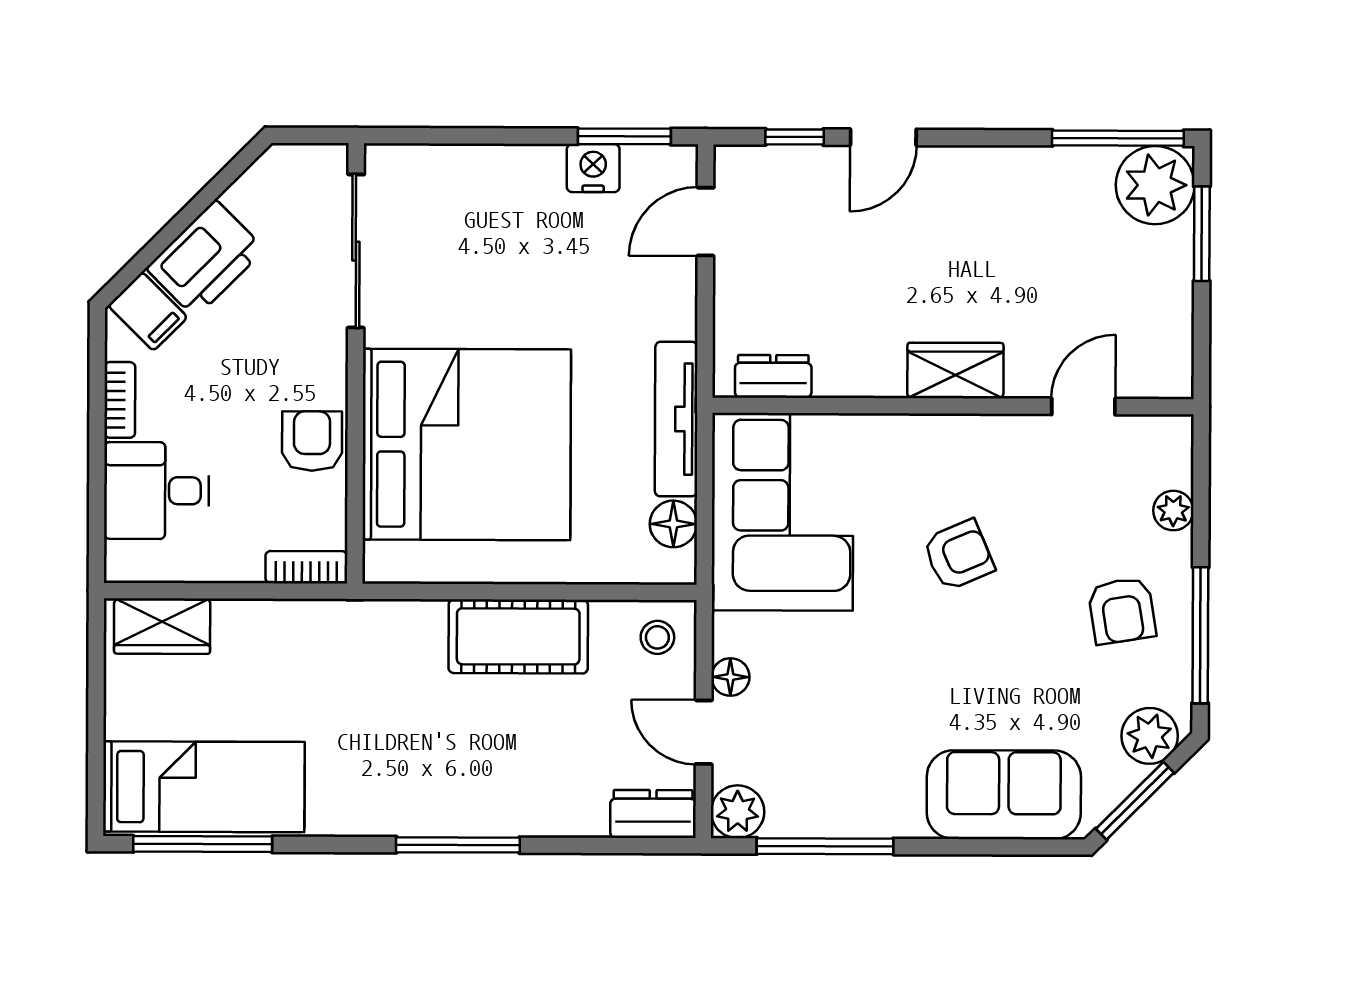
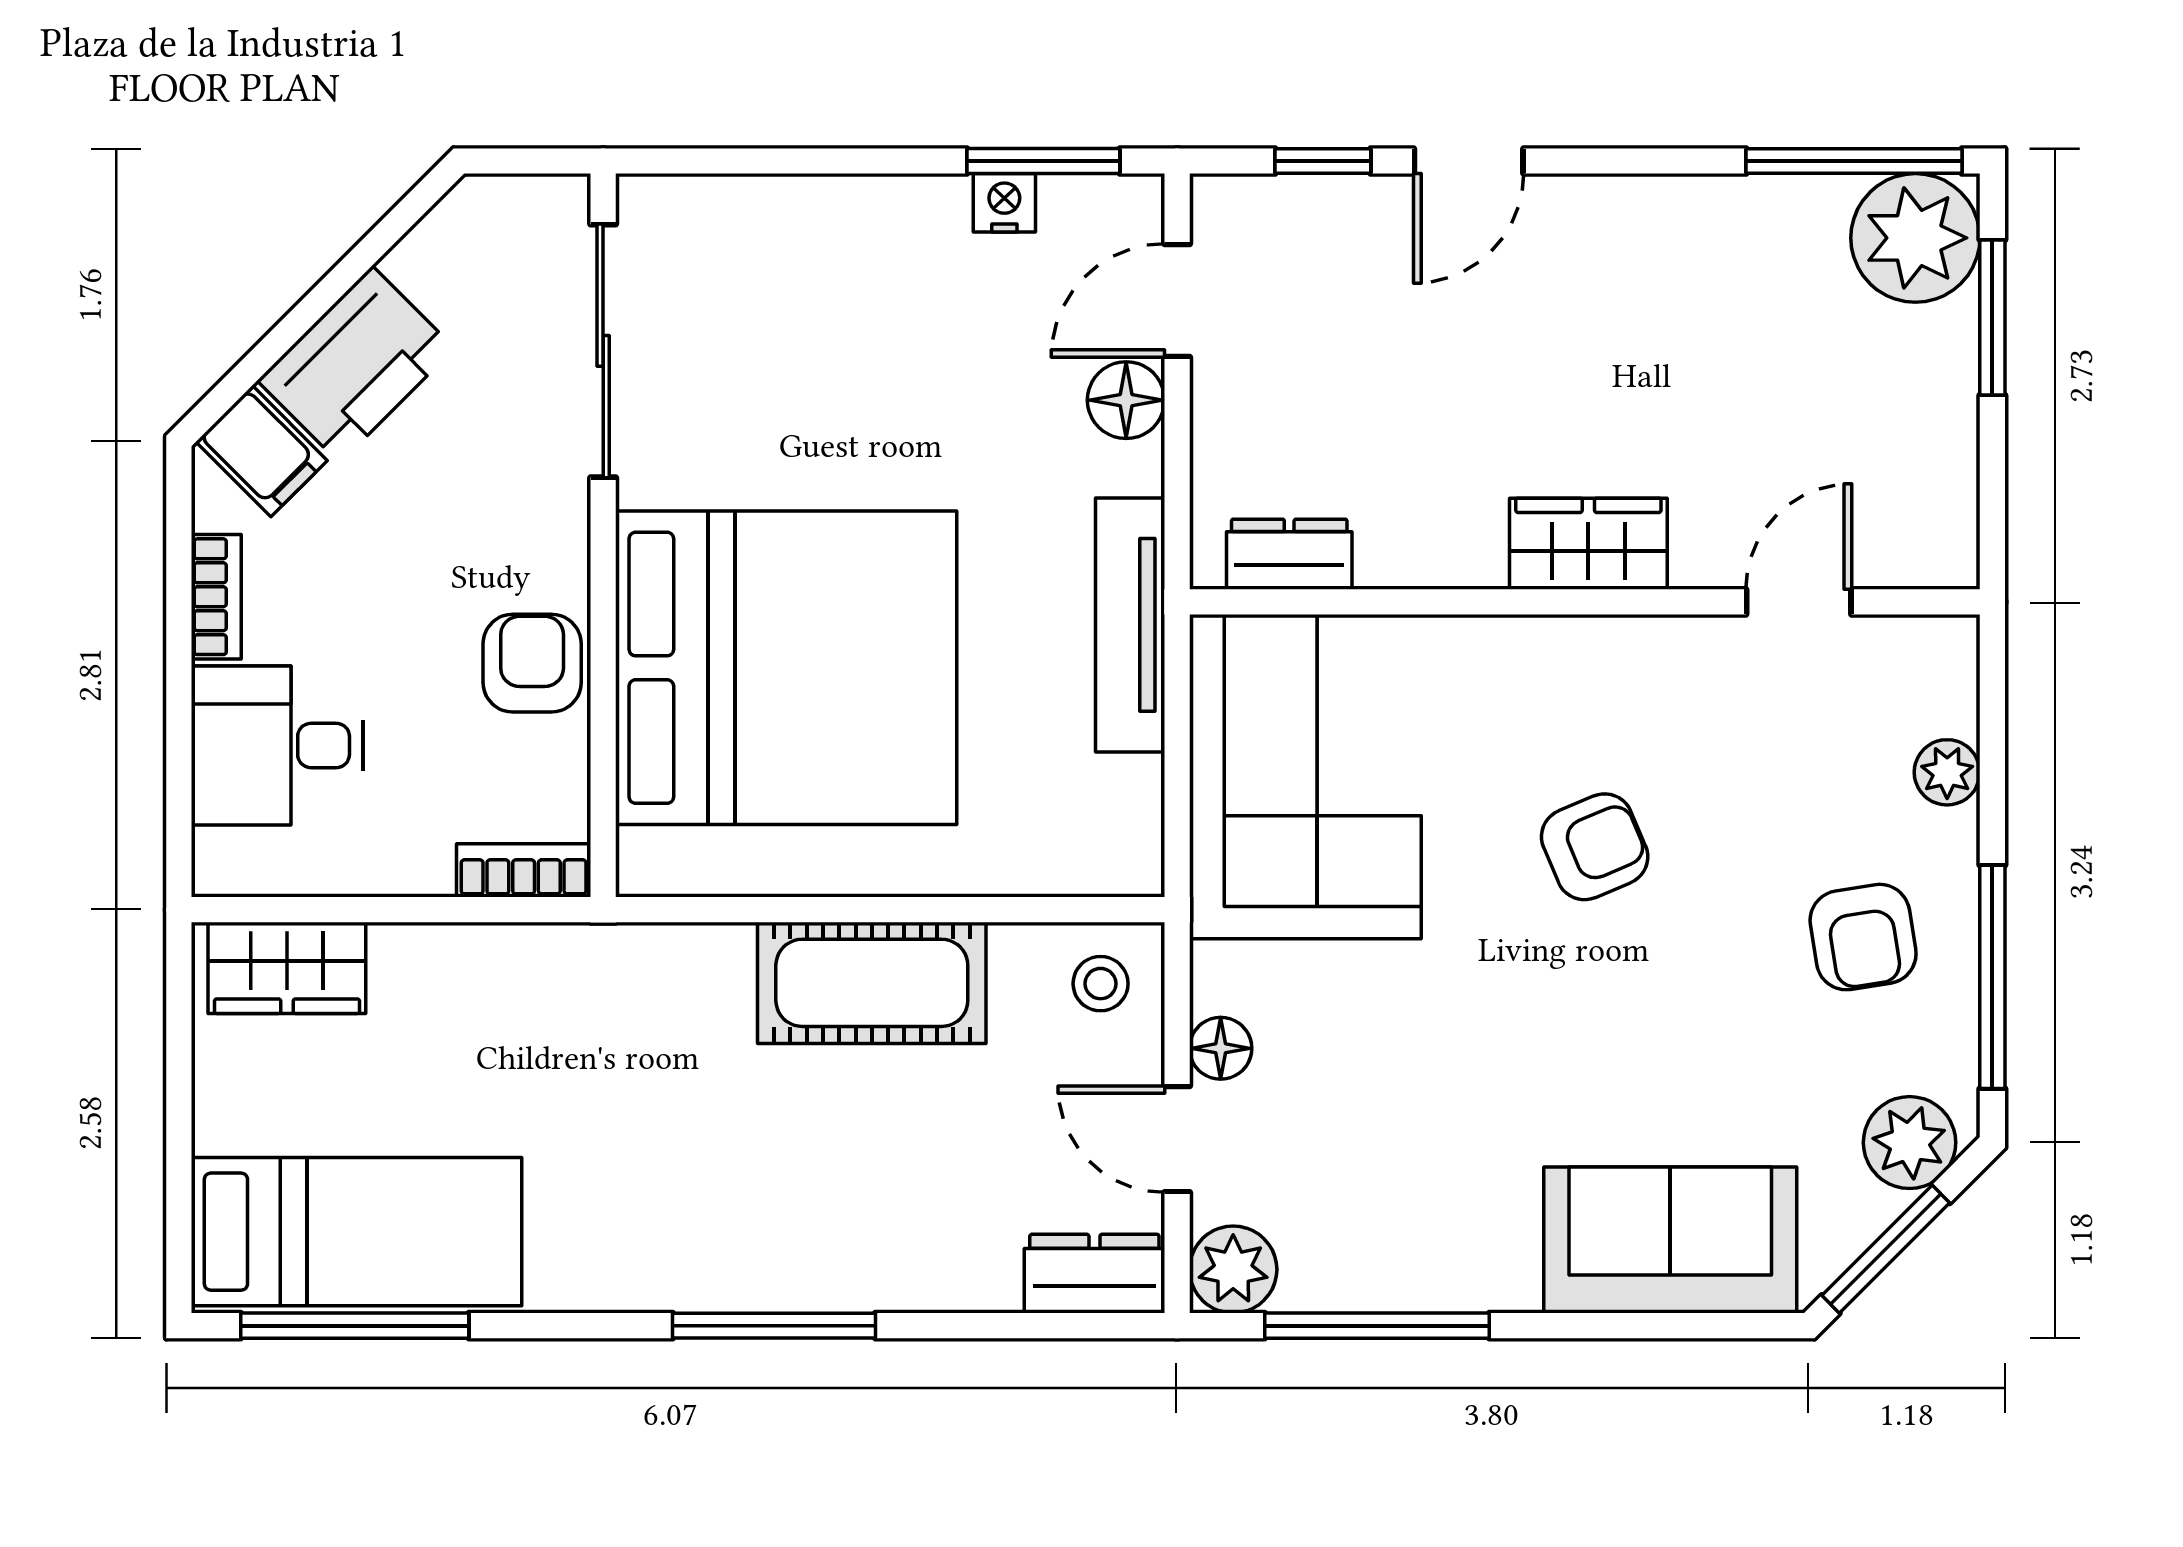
nightstand: (593, 168) -> (1004, 203), width x0.72, depth x0.74
floor lamp: (673, 524) -> (1126, 400), moved

